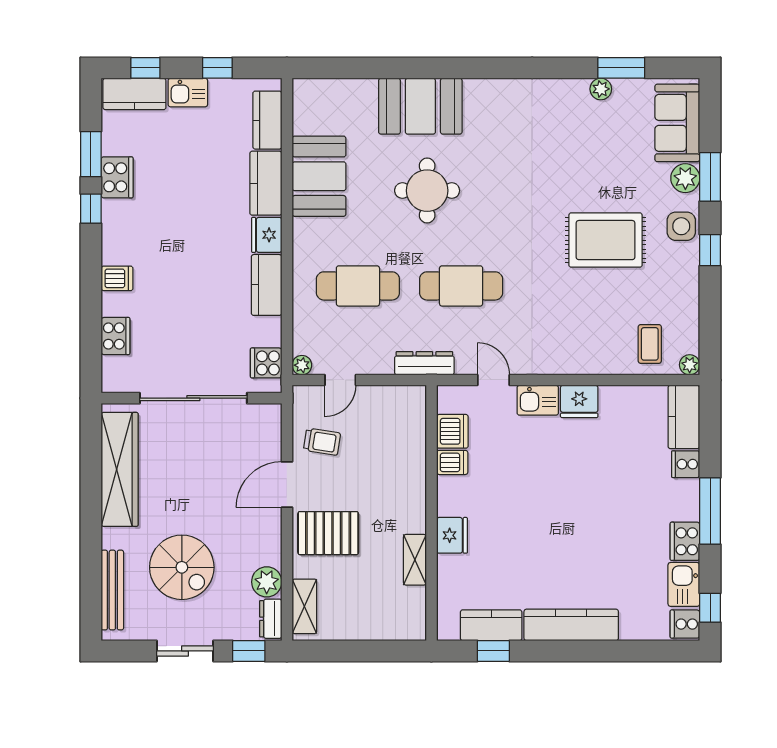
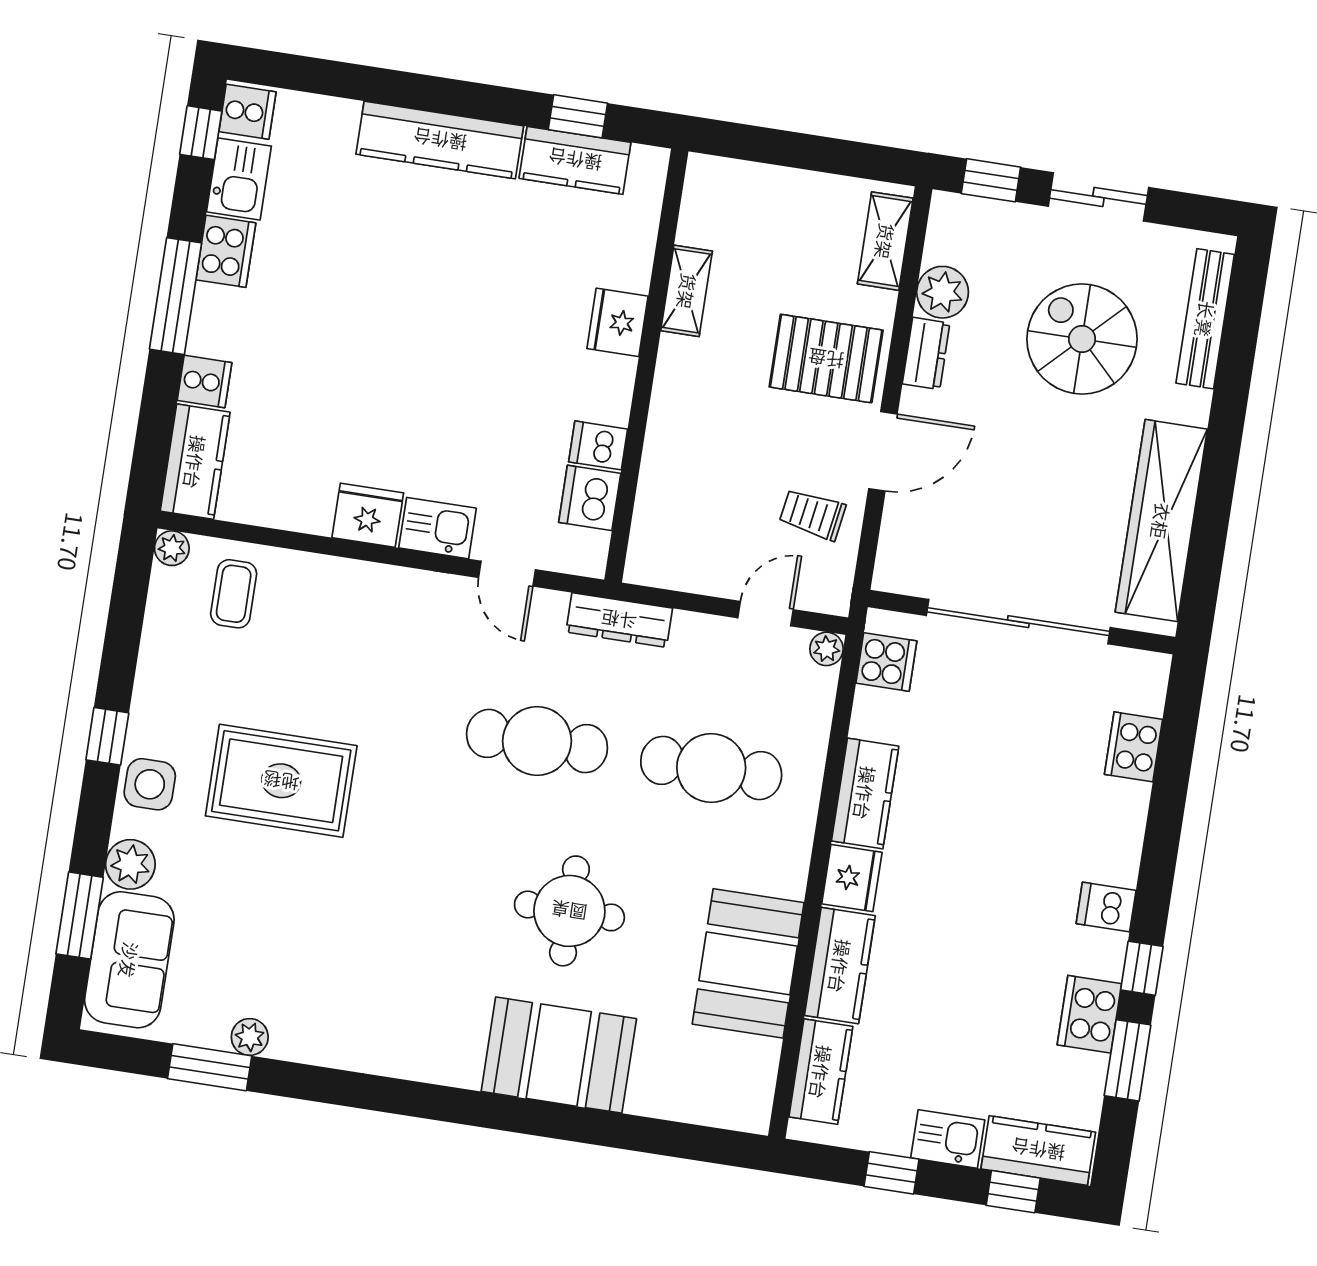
window: (710, 177) -> (80, 916), moved
dishwasher: (117, 278) -> (1106, 907), moved
dresser: (271, 619) -> (926, 353), moved

